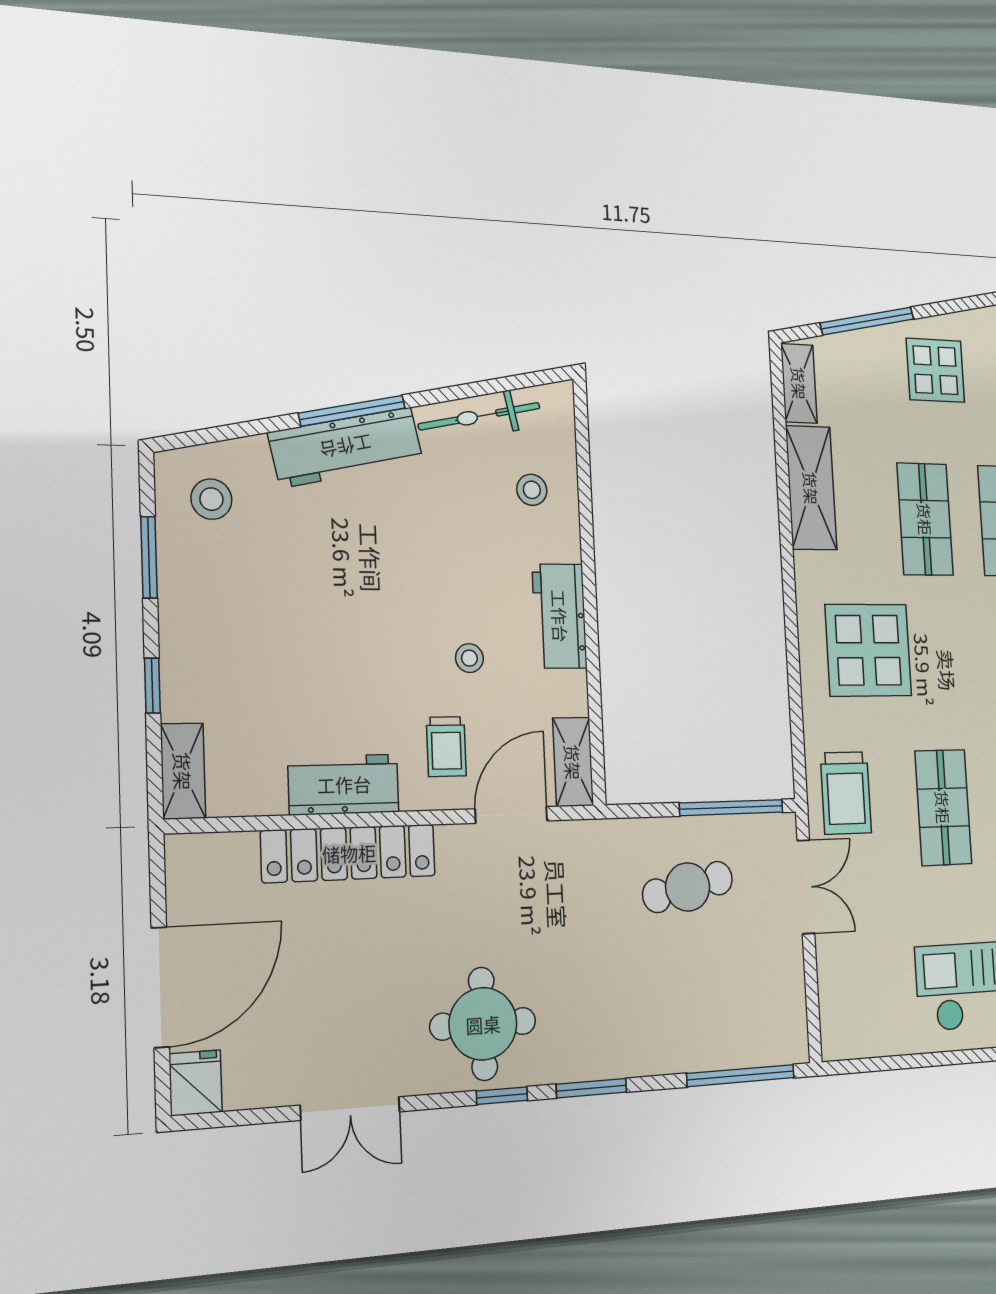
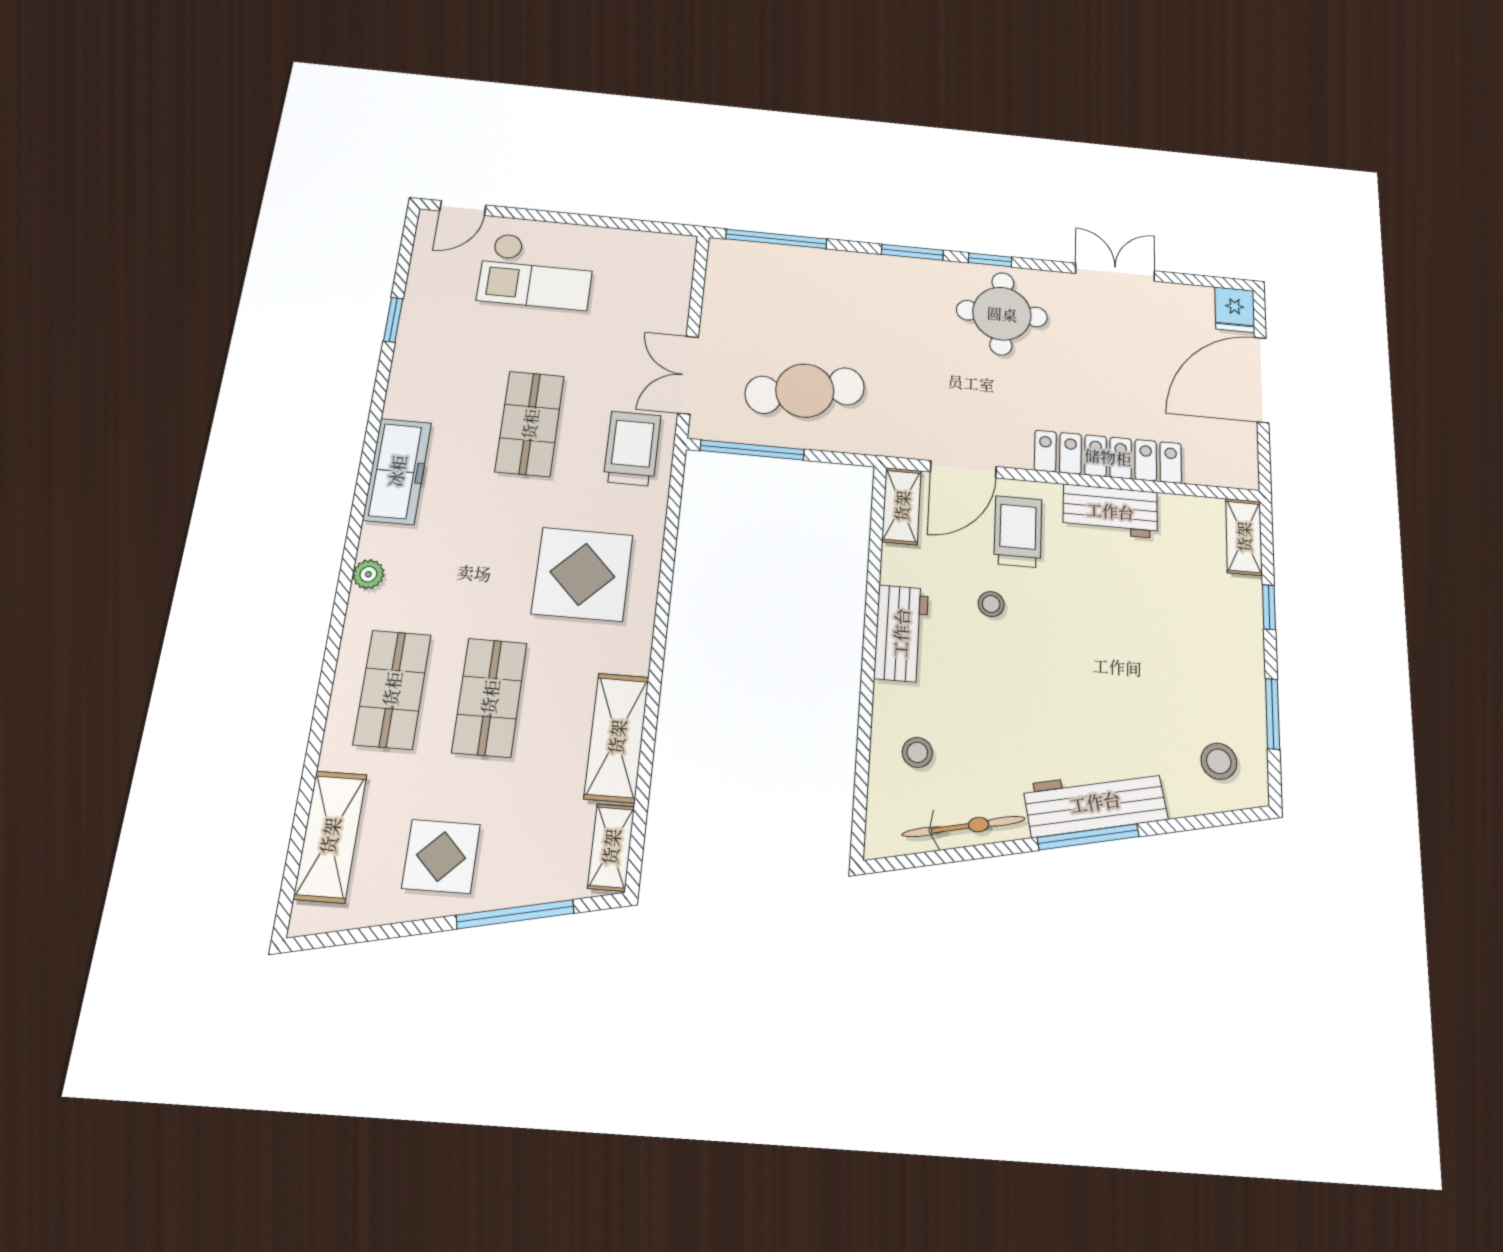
trolley: (446, 747) -> (1018, 532), width x1.36, depth x1.39
cafe table: (688, 887) -> (805, 391), width x1.37, depth x1.35

